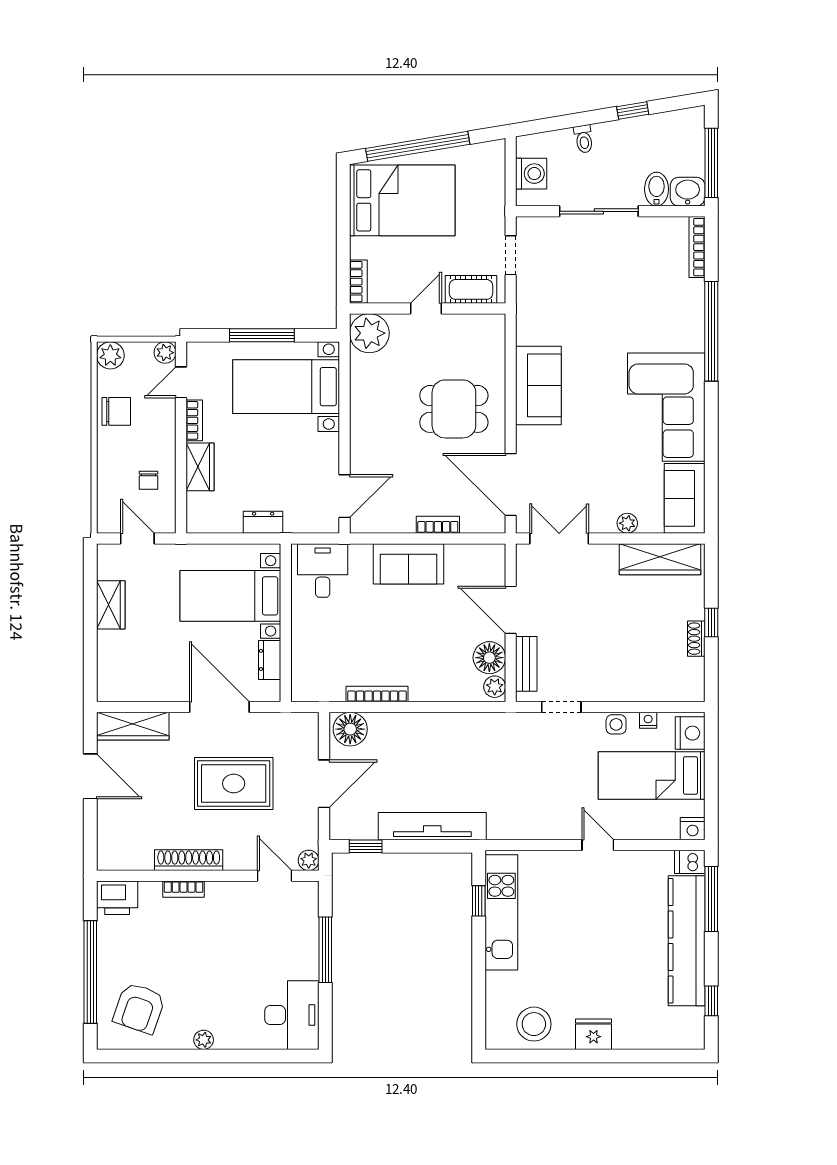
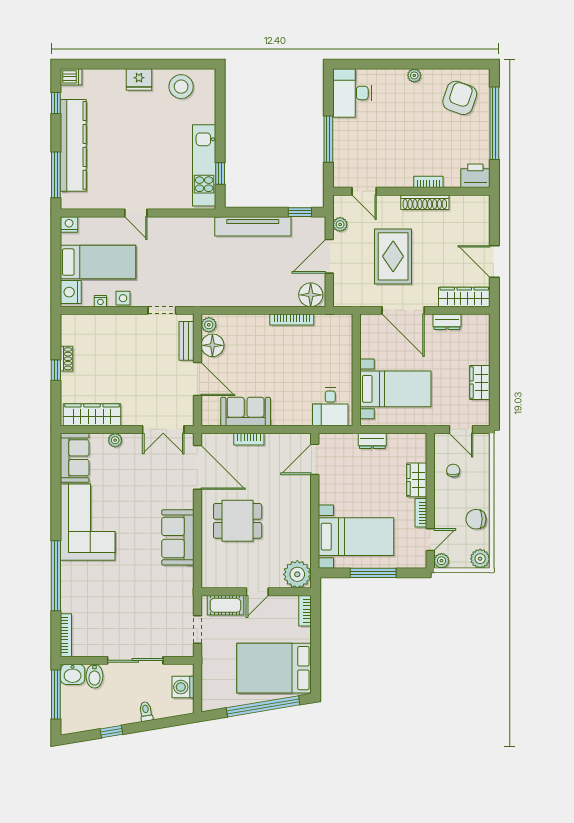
sofa: (409, 564) -> (246, 412), moved
dresser: (270, 660) -> (447, 322), moved, turned 90
rug: (234, 784) -> (393, 256), turned 90
plant: (309, 860) -> (340, 224), moved
dishwasher: (690, 862) -> (71, 77), moved

